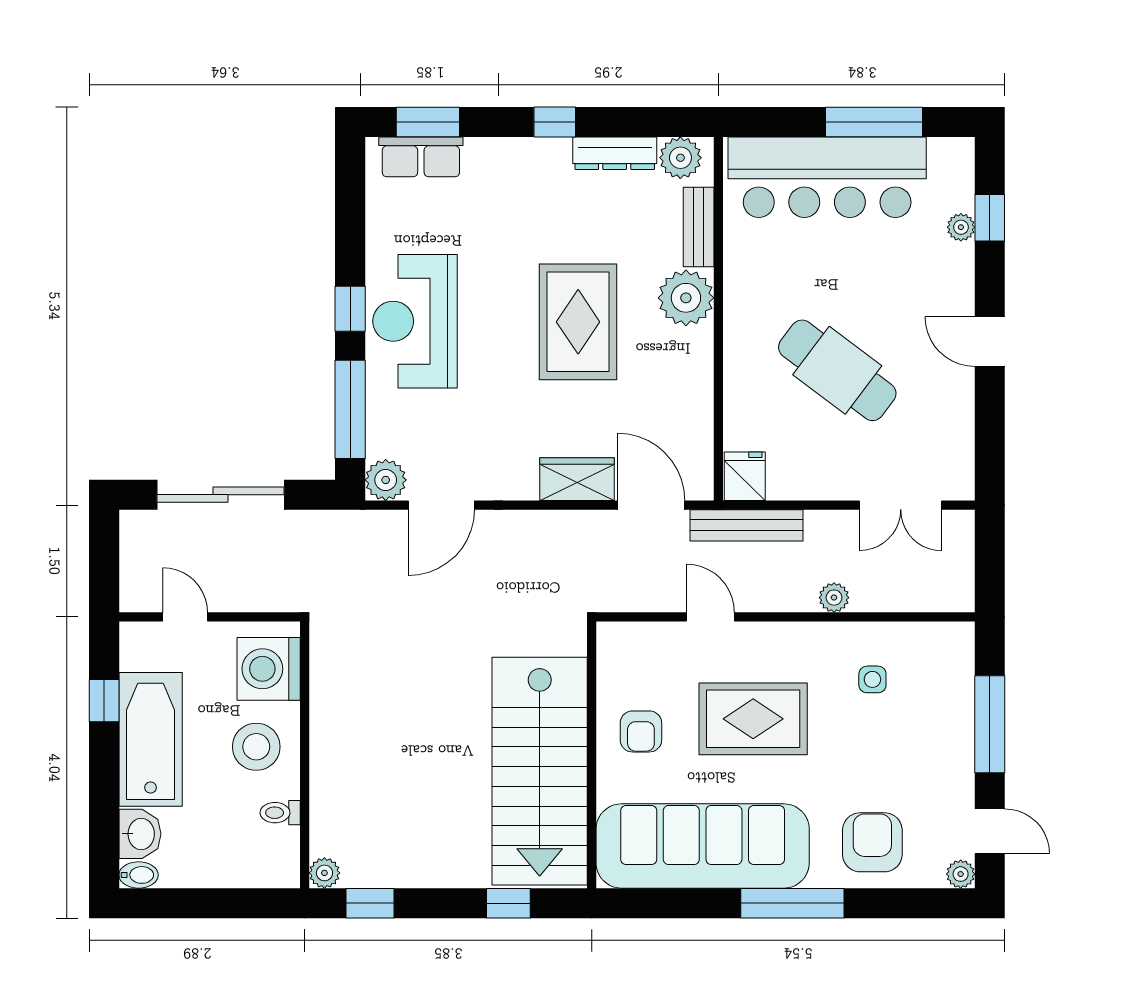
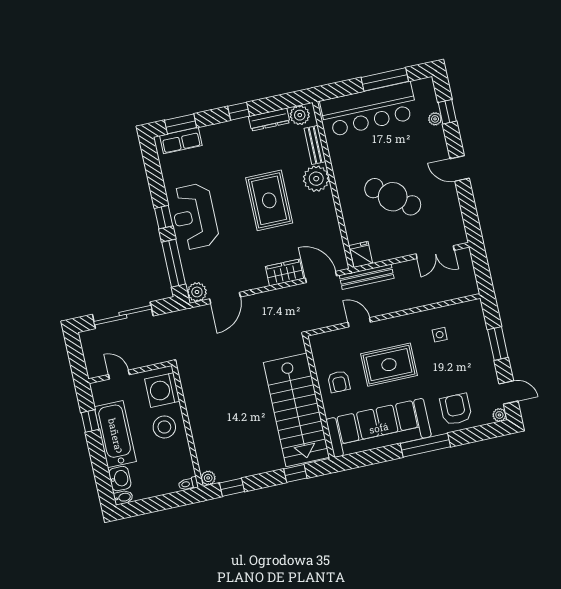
plant: (834, 598) -> (414, 301), removed
window: (990, 724) -> (498, 343), width x0.69
toilet: (280, 813) -> (188, 484), moved

